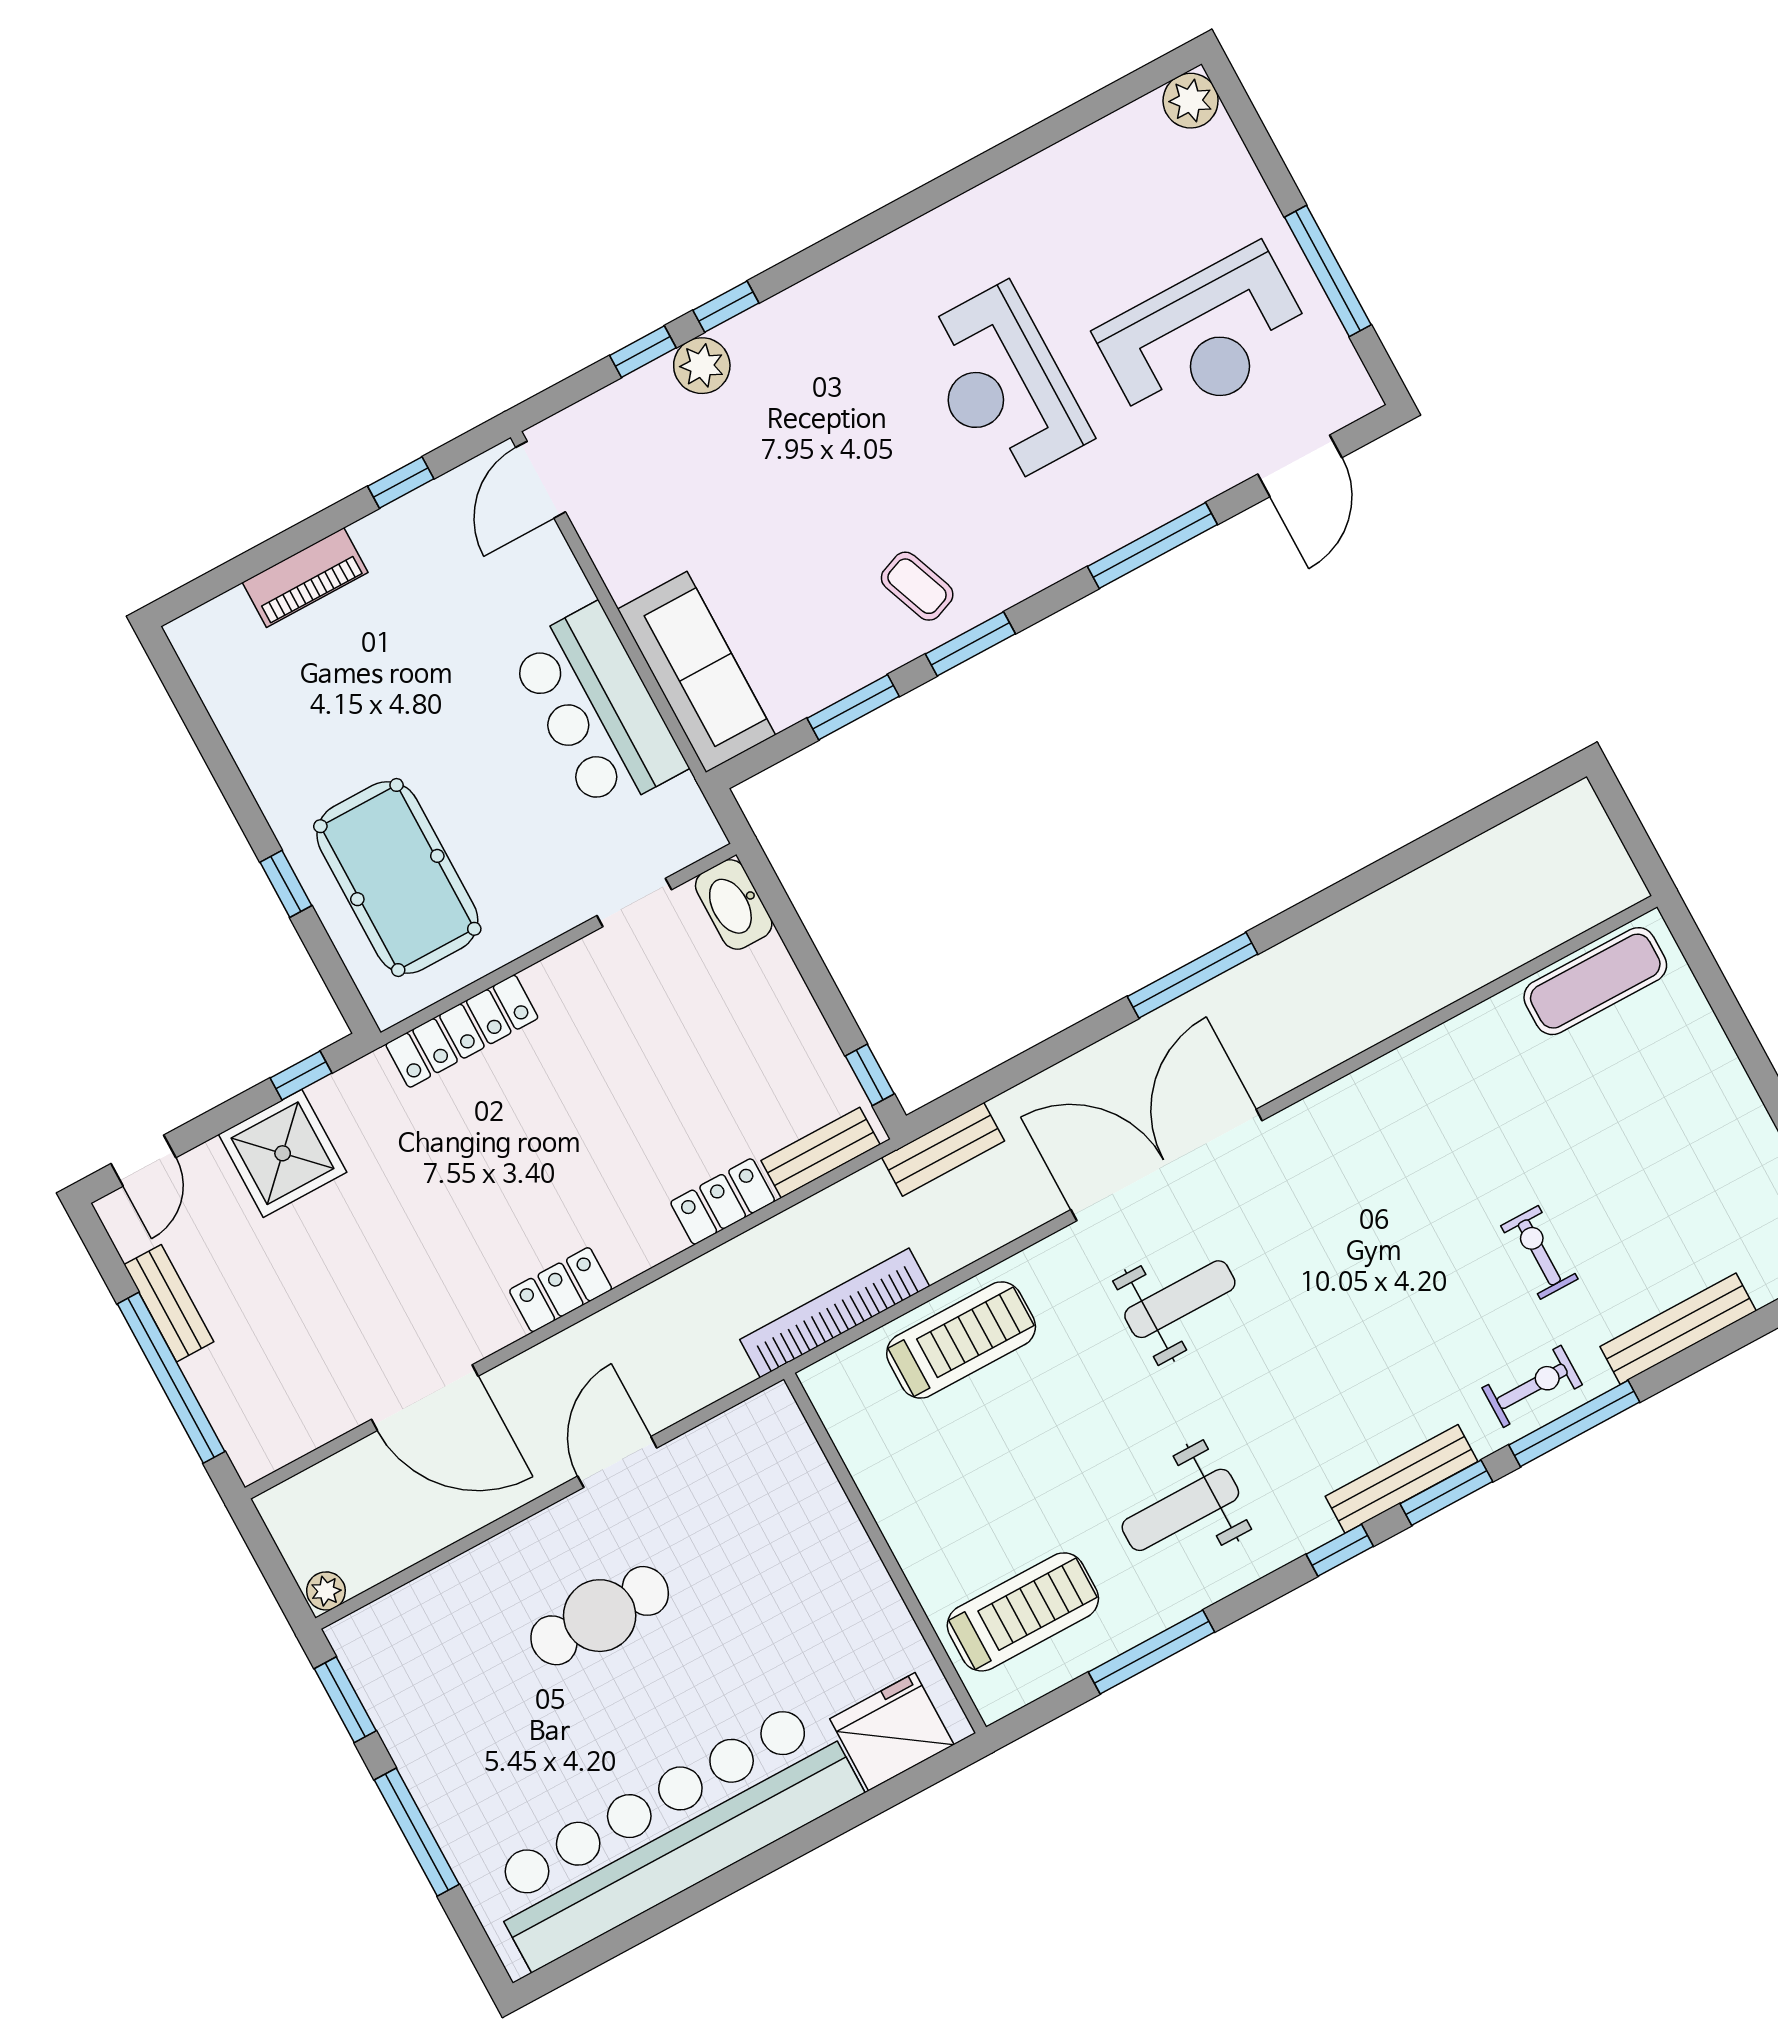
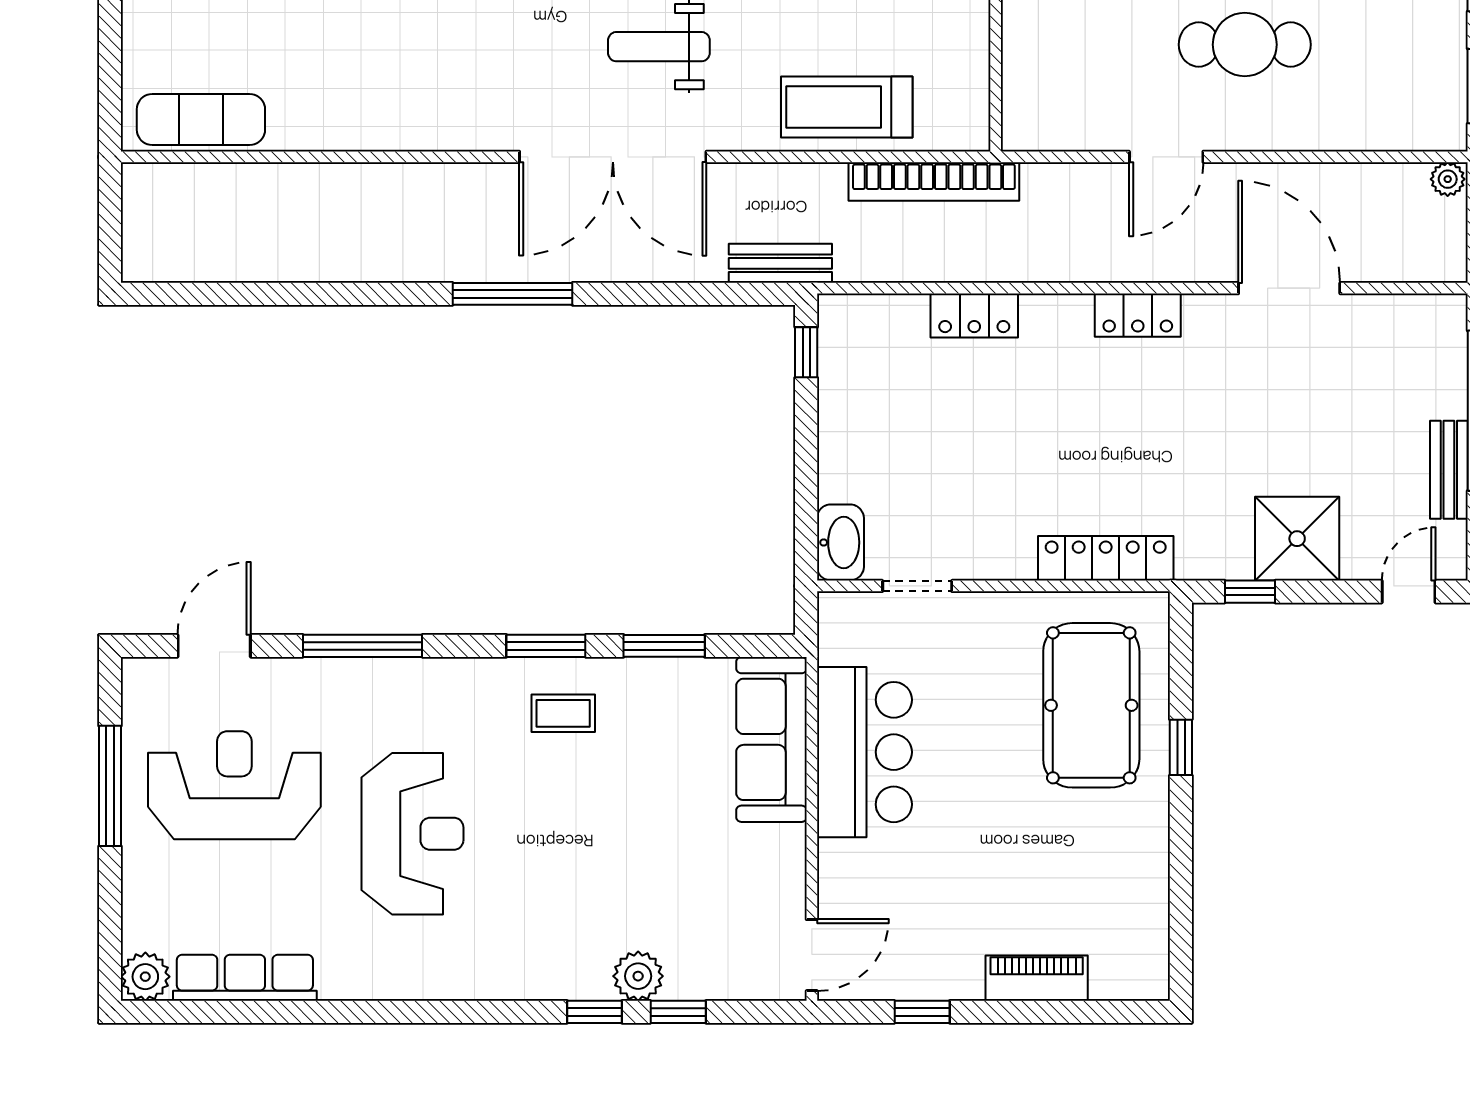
row of seats: (1091, 153) -> (245, 978), added
coffee table: (917, 586) -> (563, 713), turned -69
bench: (820, 1153) -> (877, 312), removed

